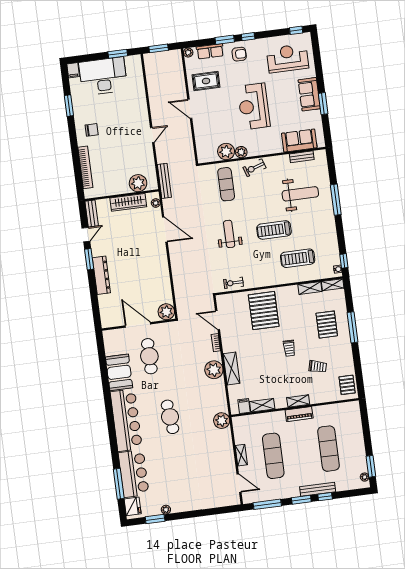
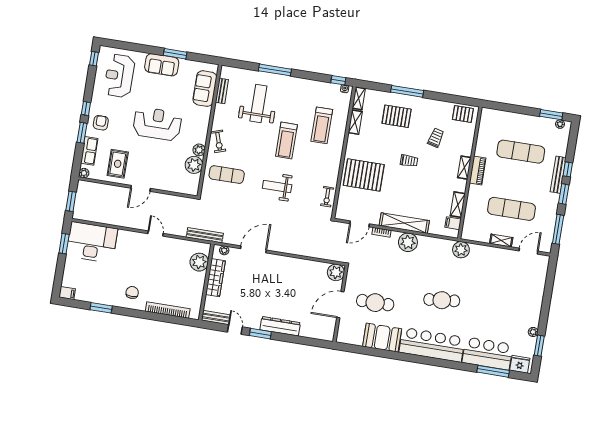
desk: (103, 76) -> (92, 242), moved, turned 90
reception desk: (254, 106) -> (157, 124), turned 180
shelving: (232, 368) -> (404, 223), width x1.47

